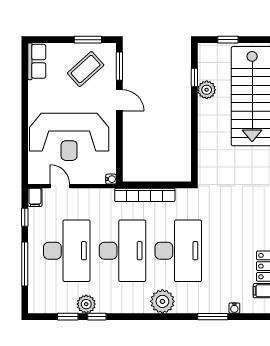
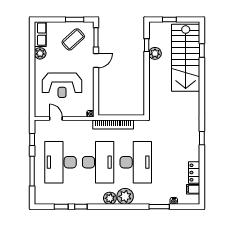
plant: (37, 90) -> (40, 53), added
door: (119, 100) -> (96, 61), hinge flipped
reception desk: (69, 137) -> (62, 85), width x0.74, depth x0.77
filing cabinet: (35, 197) -> (39, 126), removed
desk: (67, 251) -> (60, 162), turned 180
plant: (86, 304) -> (110, 198), moved

